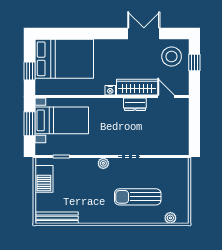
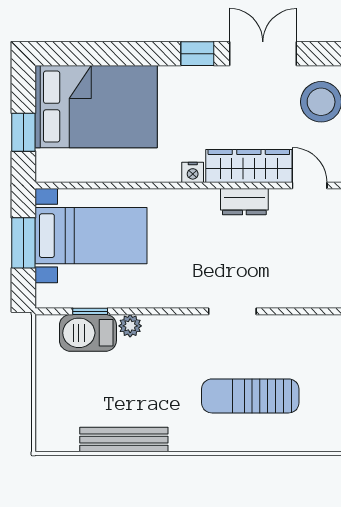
window: (112, 34) -> (197, 54), added
plant: (103, 163) -> (130, 326), moved
barbecue: (44, 179) -> (88, 333), moved, turned 90
bench: (57, 218) -> (124, 440), moved
plant: (170, 218) -> (319, 440), removed

